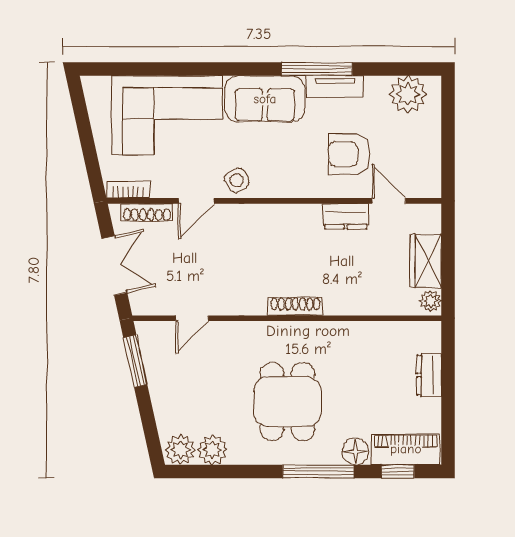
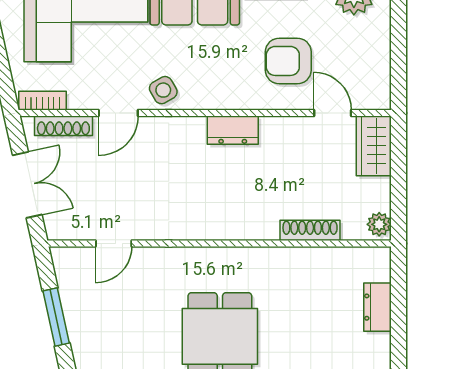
dresser: (346, 216) -> (233, 130), moved
wardrobe: (426, 261) -> (374, 146), moved
shoe rack: (295, 306) -> (310, 230), moved
window: (135, 361) -> (56, 317), moved

